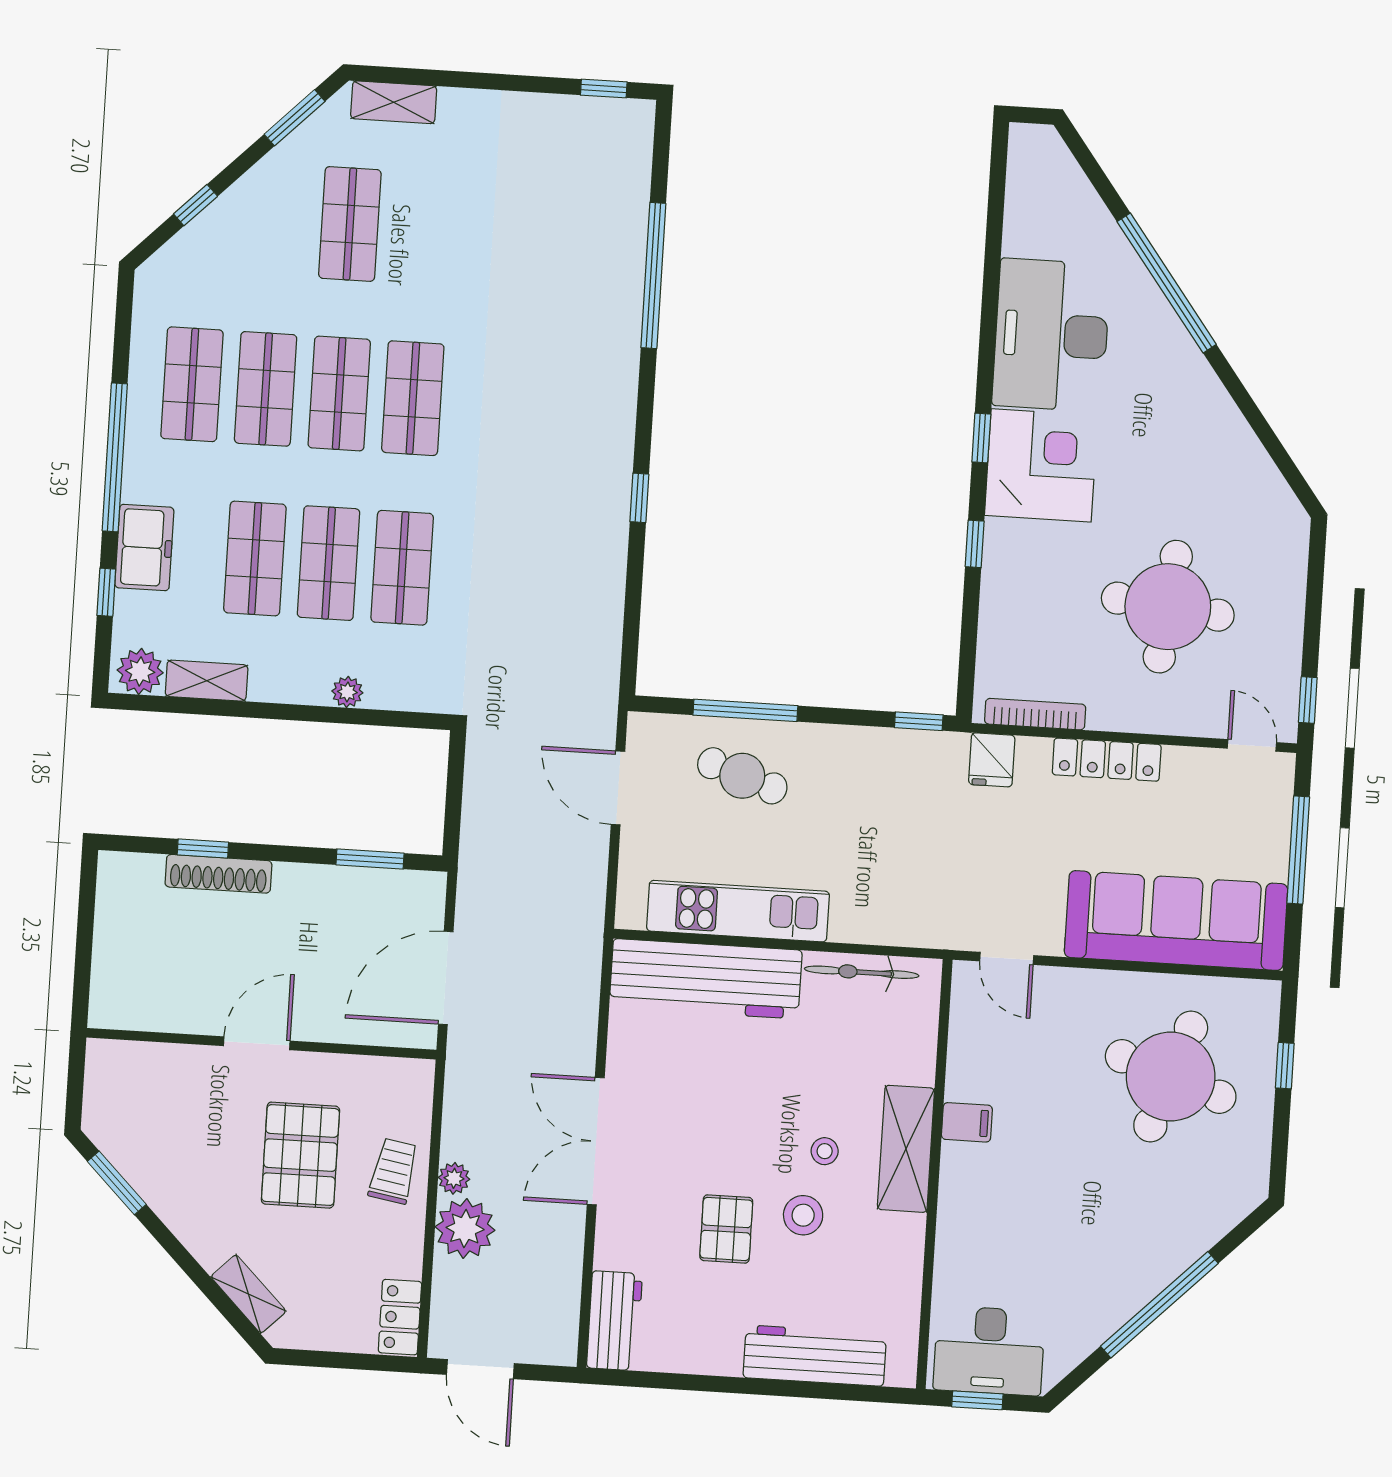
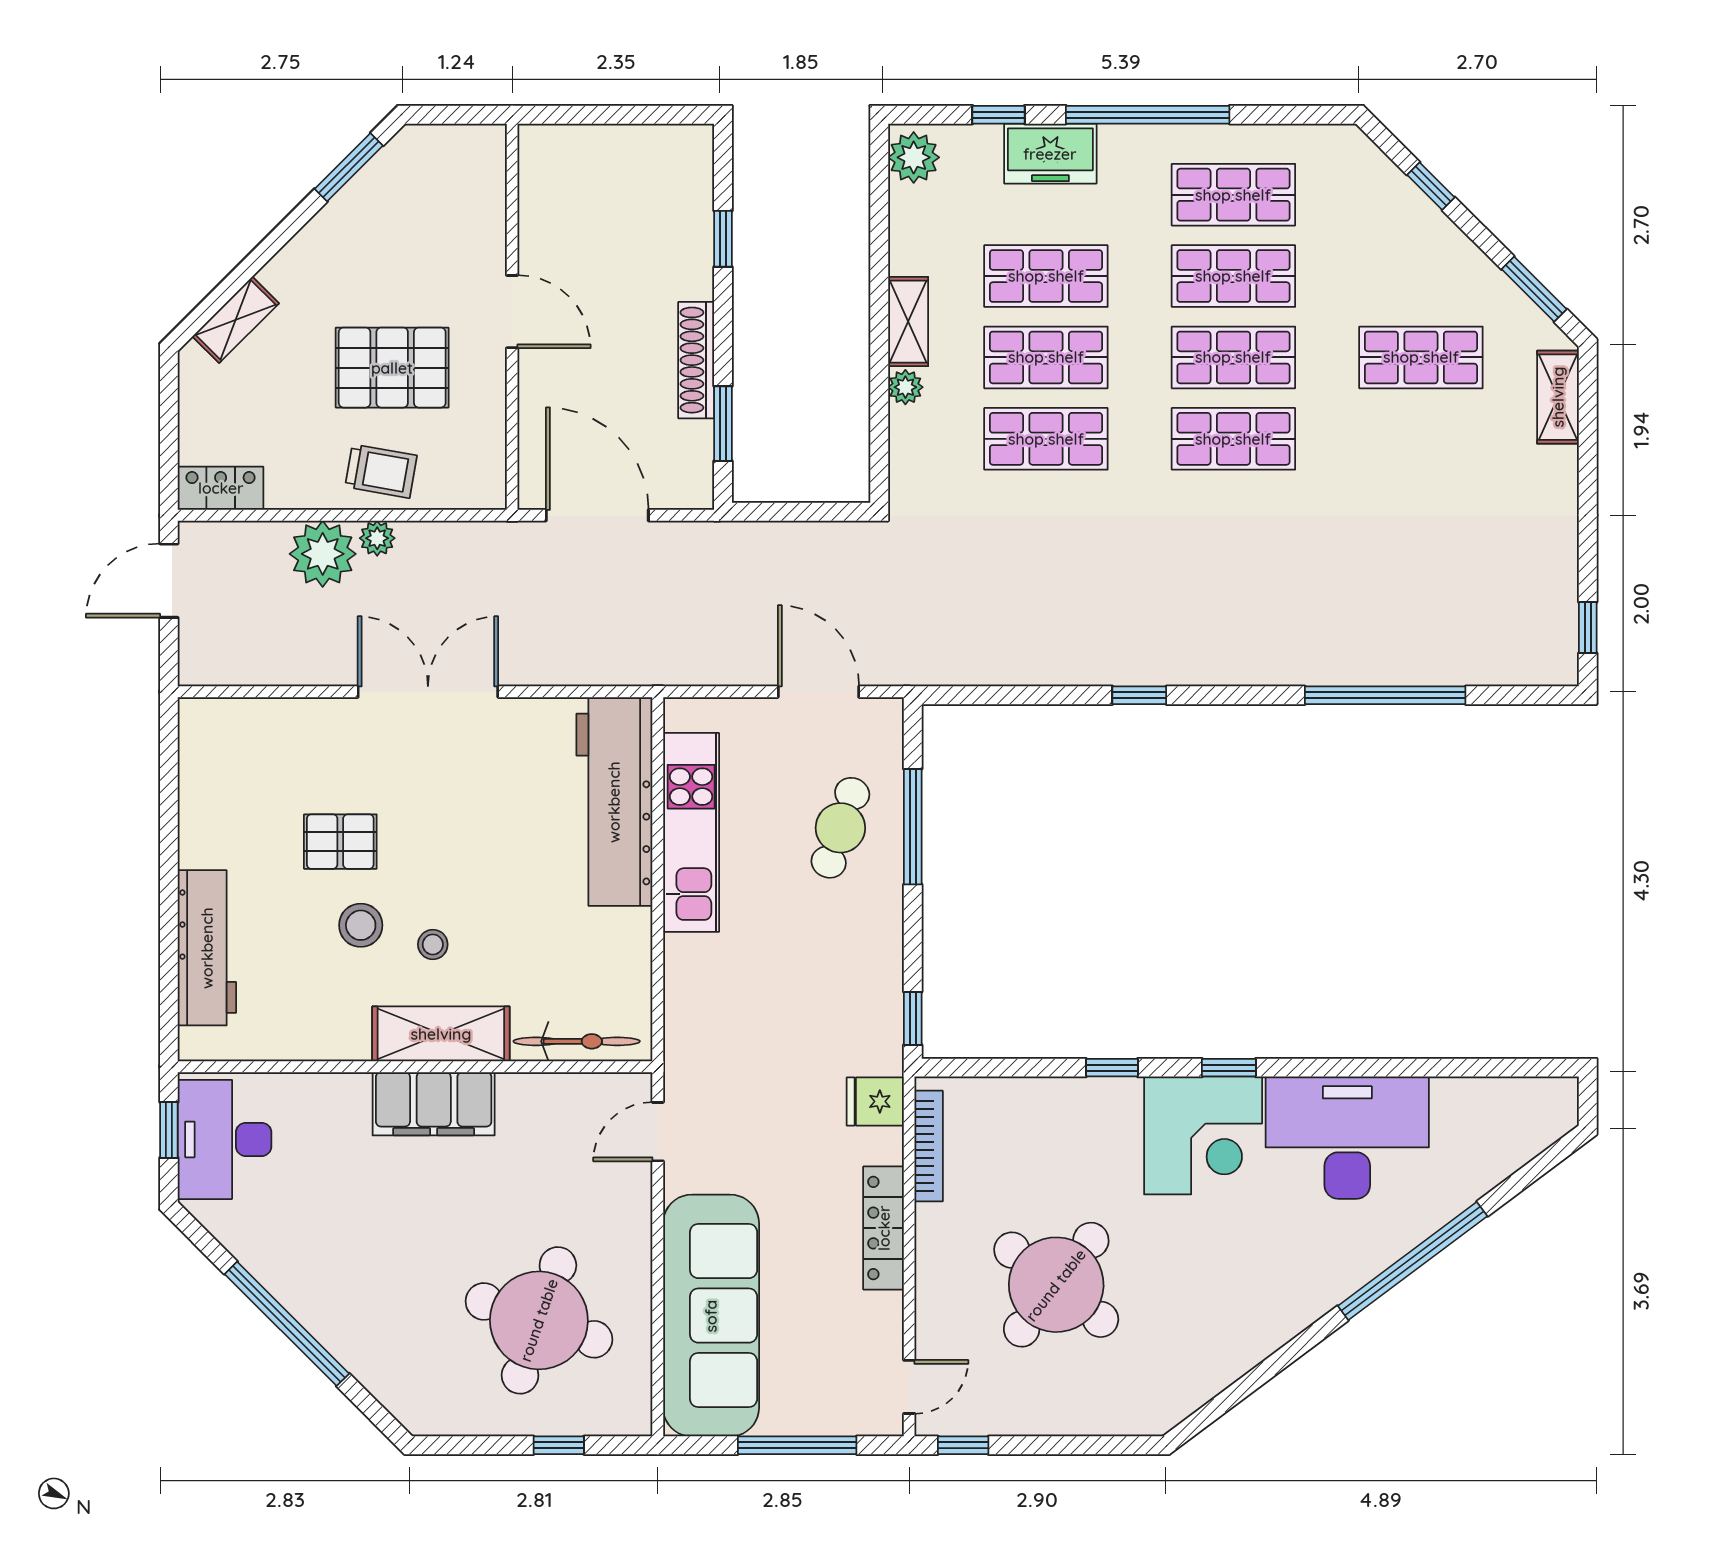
round table: (1168, 607) -> (1056, 1285), turned 32
shelving: (207, 681) -> (908, 322), moved
door: (618, 788) -> (818, 692), hinge flipped
shoe rack: (218, 874) -> (696, 360), moved
bicycle: (862, 972) -> (577, 1041), moved, turned 90
filing cabinet: (967, 1122) -> (434, 1104), width x3.00, depth x1.17
workbench: (614, 1321) -> (231, 725), removed

